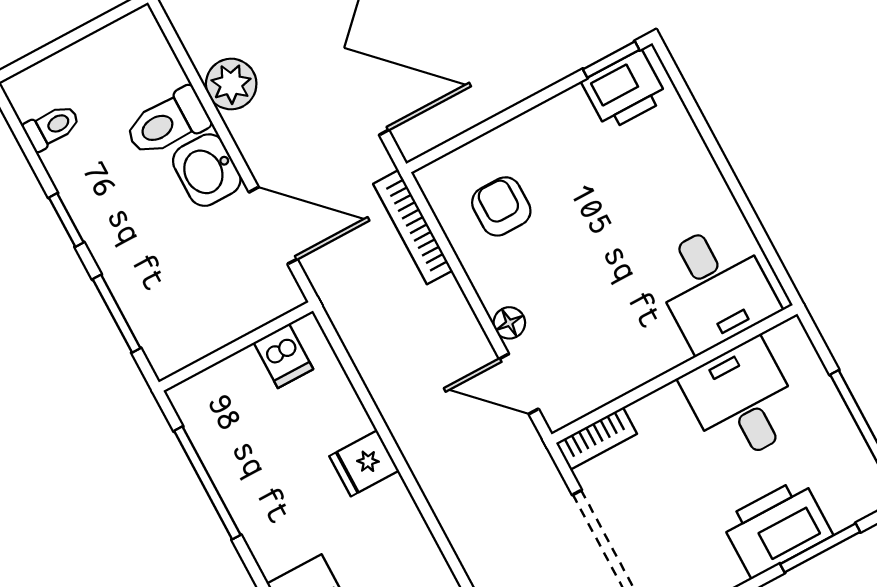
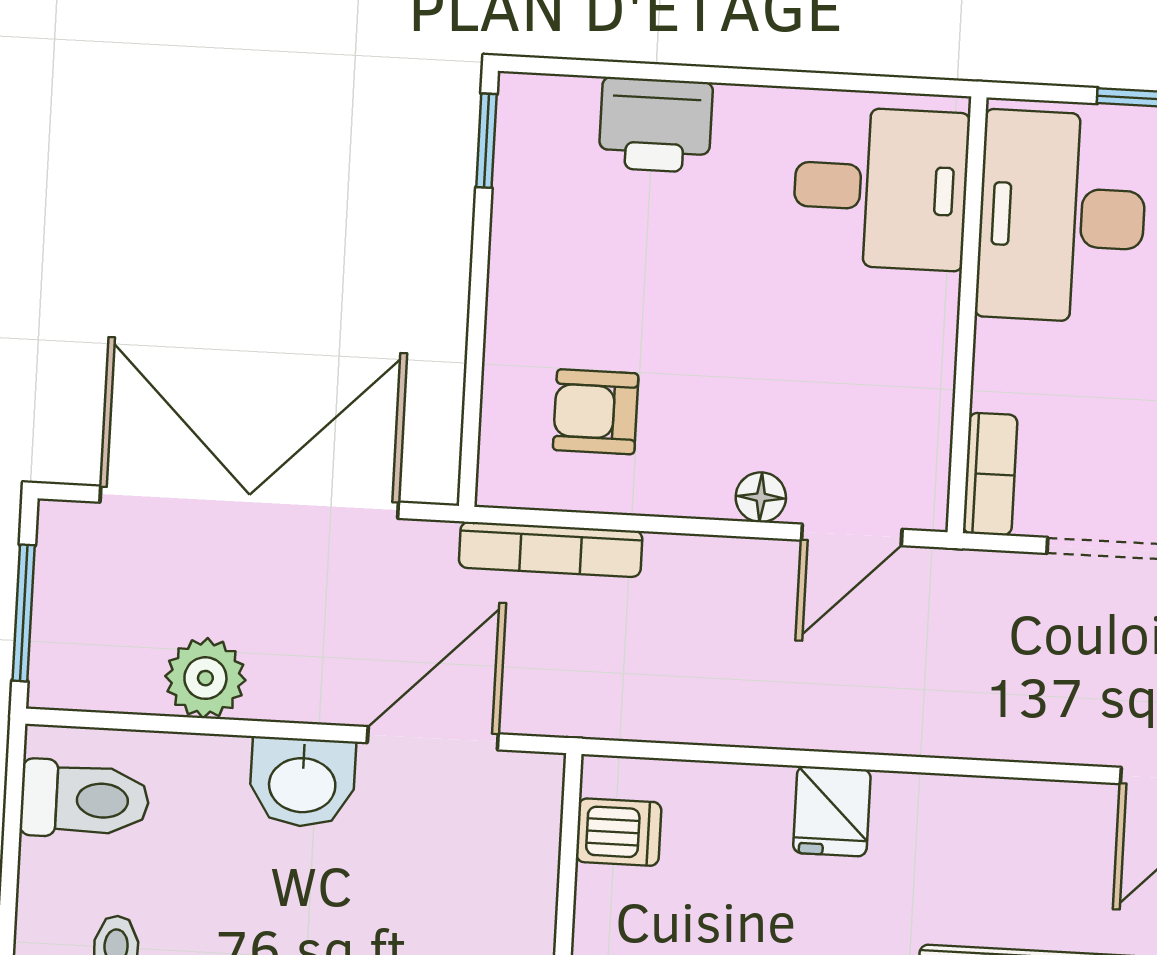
printer: (624, 90) -> (656, 125), moved, turned 90
toilet: (167, 123) -> (85, 800), moved, turned -90
desk: (742, 401) -> (1062, 217), width x1.37

